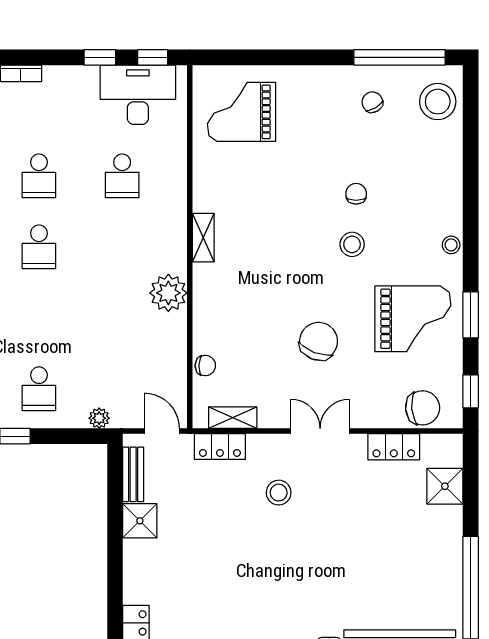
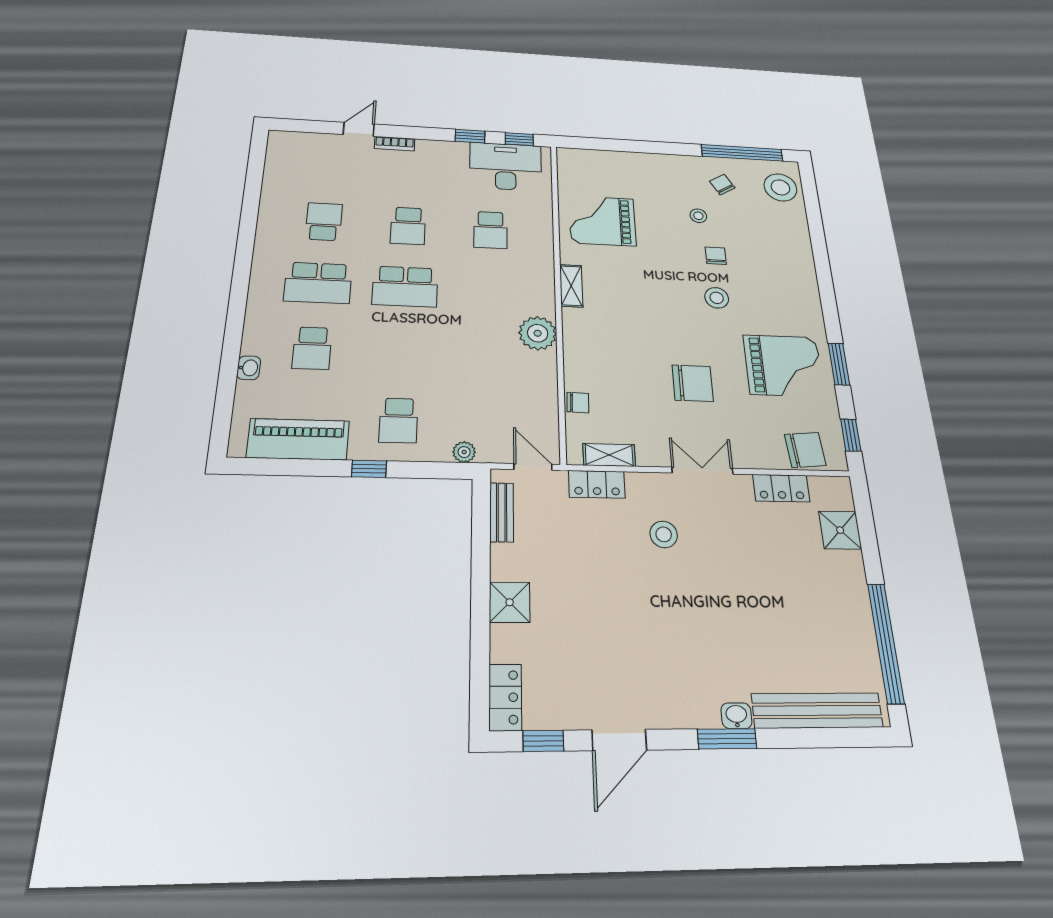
grand piano: (242, 112) -> (602, 221), moved
stool: (451, 245) -> (698, 216), moved
school desk: (39, 247) -> (405, 287), width x1.85
chair: (319, 341) -> (693, 383), turned 69
shower: (140, 521) -> (510, 602), moved

